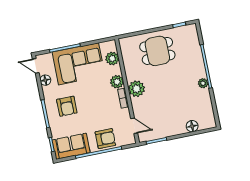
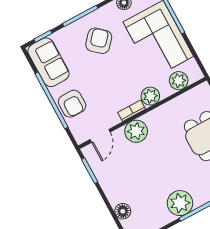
plant: (203, 83) -> (180, 203), width x1.88, depth x1.88
plant: (137, 89) -> (136, 131), moved
armchair: (67, 106) -> (99, 41), turned 132

